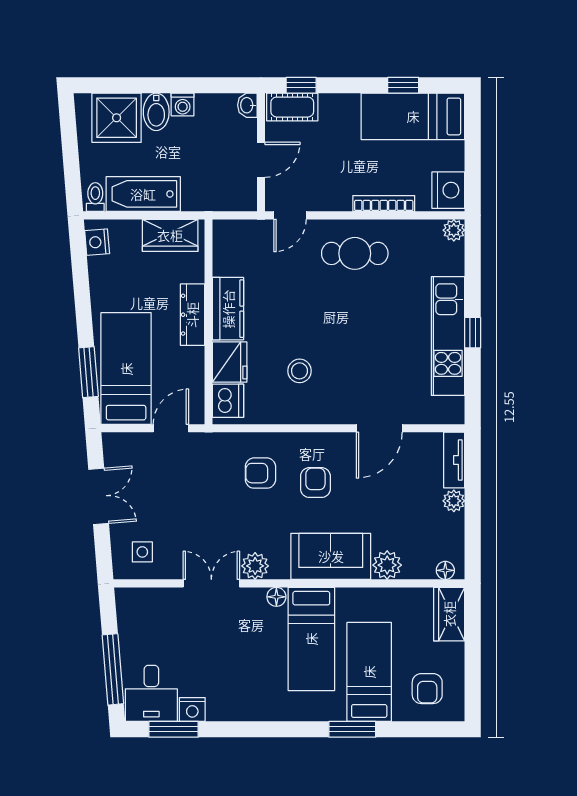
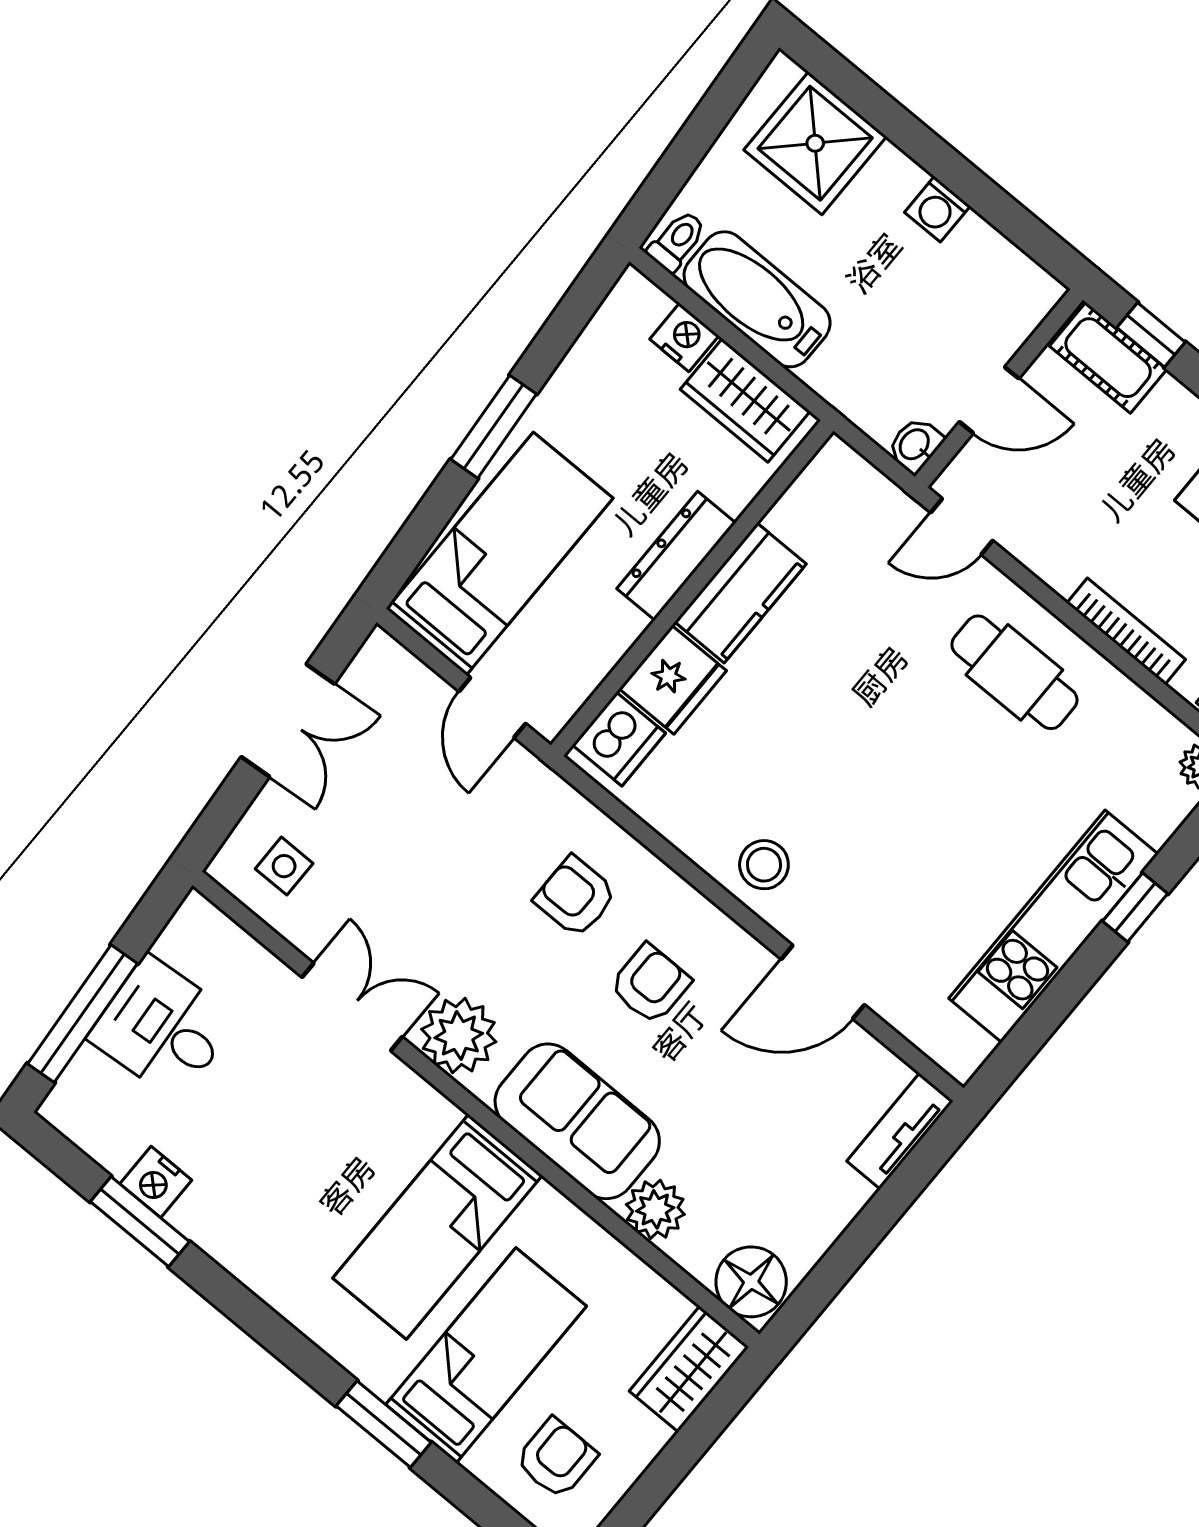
washbasin: (247, 105) -> (915, 445), moved
bidet: (156, 112) -> (886, 186), removed
nightstand: (97, 242) -> (684, 337), moved, turned 95
window: (473, 333) -> (1135, 907), moved
stool: (300, 371) -> (764, 865), moved
window: (88, 372) -> (494, 427), moved
door: (171, 428) -> (492, 708), swing flipped
plant: (454, 501) -> (846, 1195), removed
plant: (255, 566) -> (459, 1036), width x1.36, depth x1.36
floor lamp: (445, 570) -> (751, 1282), width x1.89, depth x1.89
floor lamp: (276, 597) -> (438, 1114), removed
armchair: (427, 689) -> (556, 1458), turned 180
desk: (151, 693) -> (163, 1028), moved, turned 85
window: (174, 729) -> (140, 1222), moved

